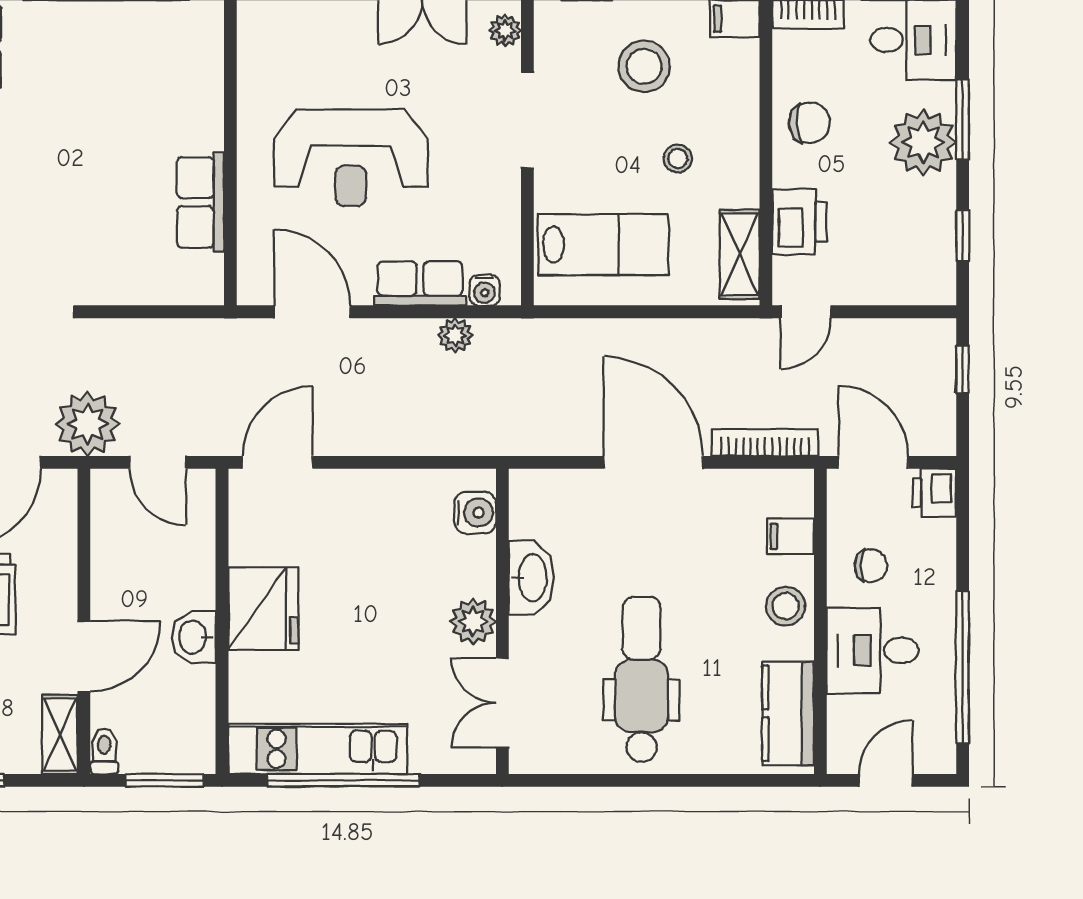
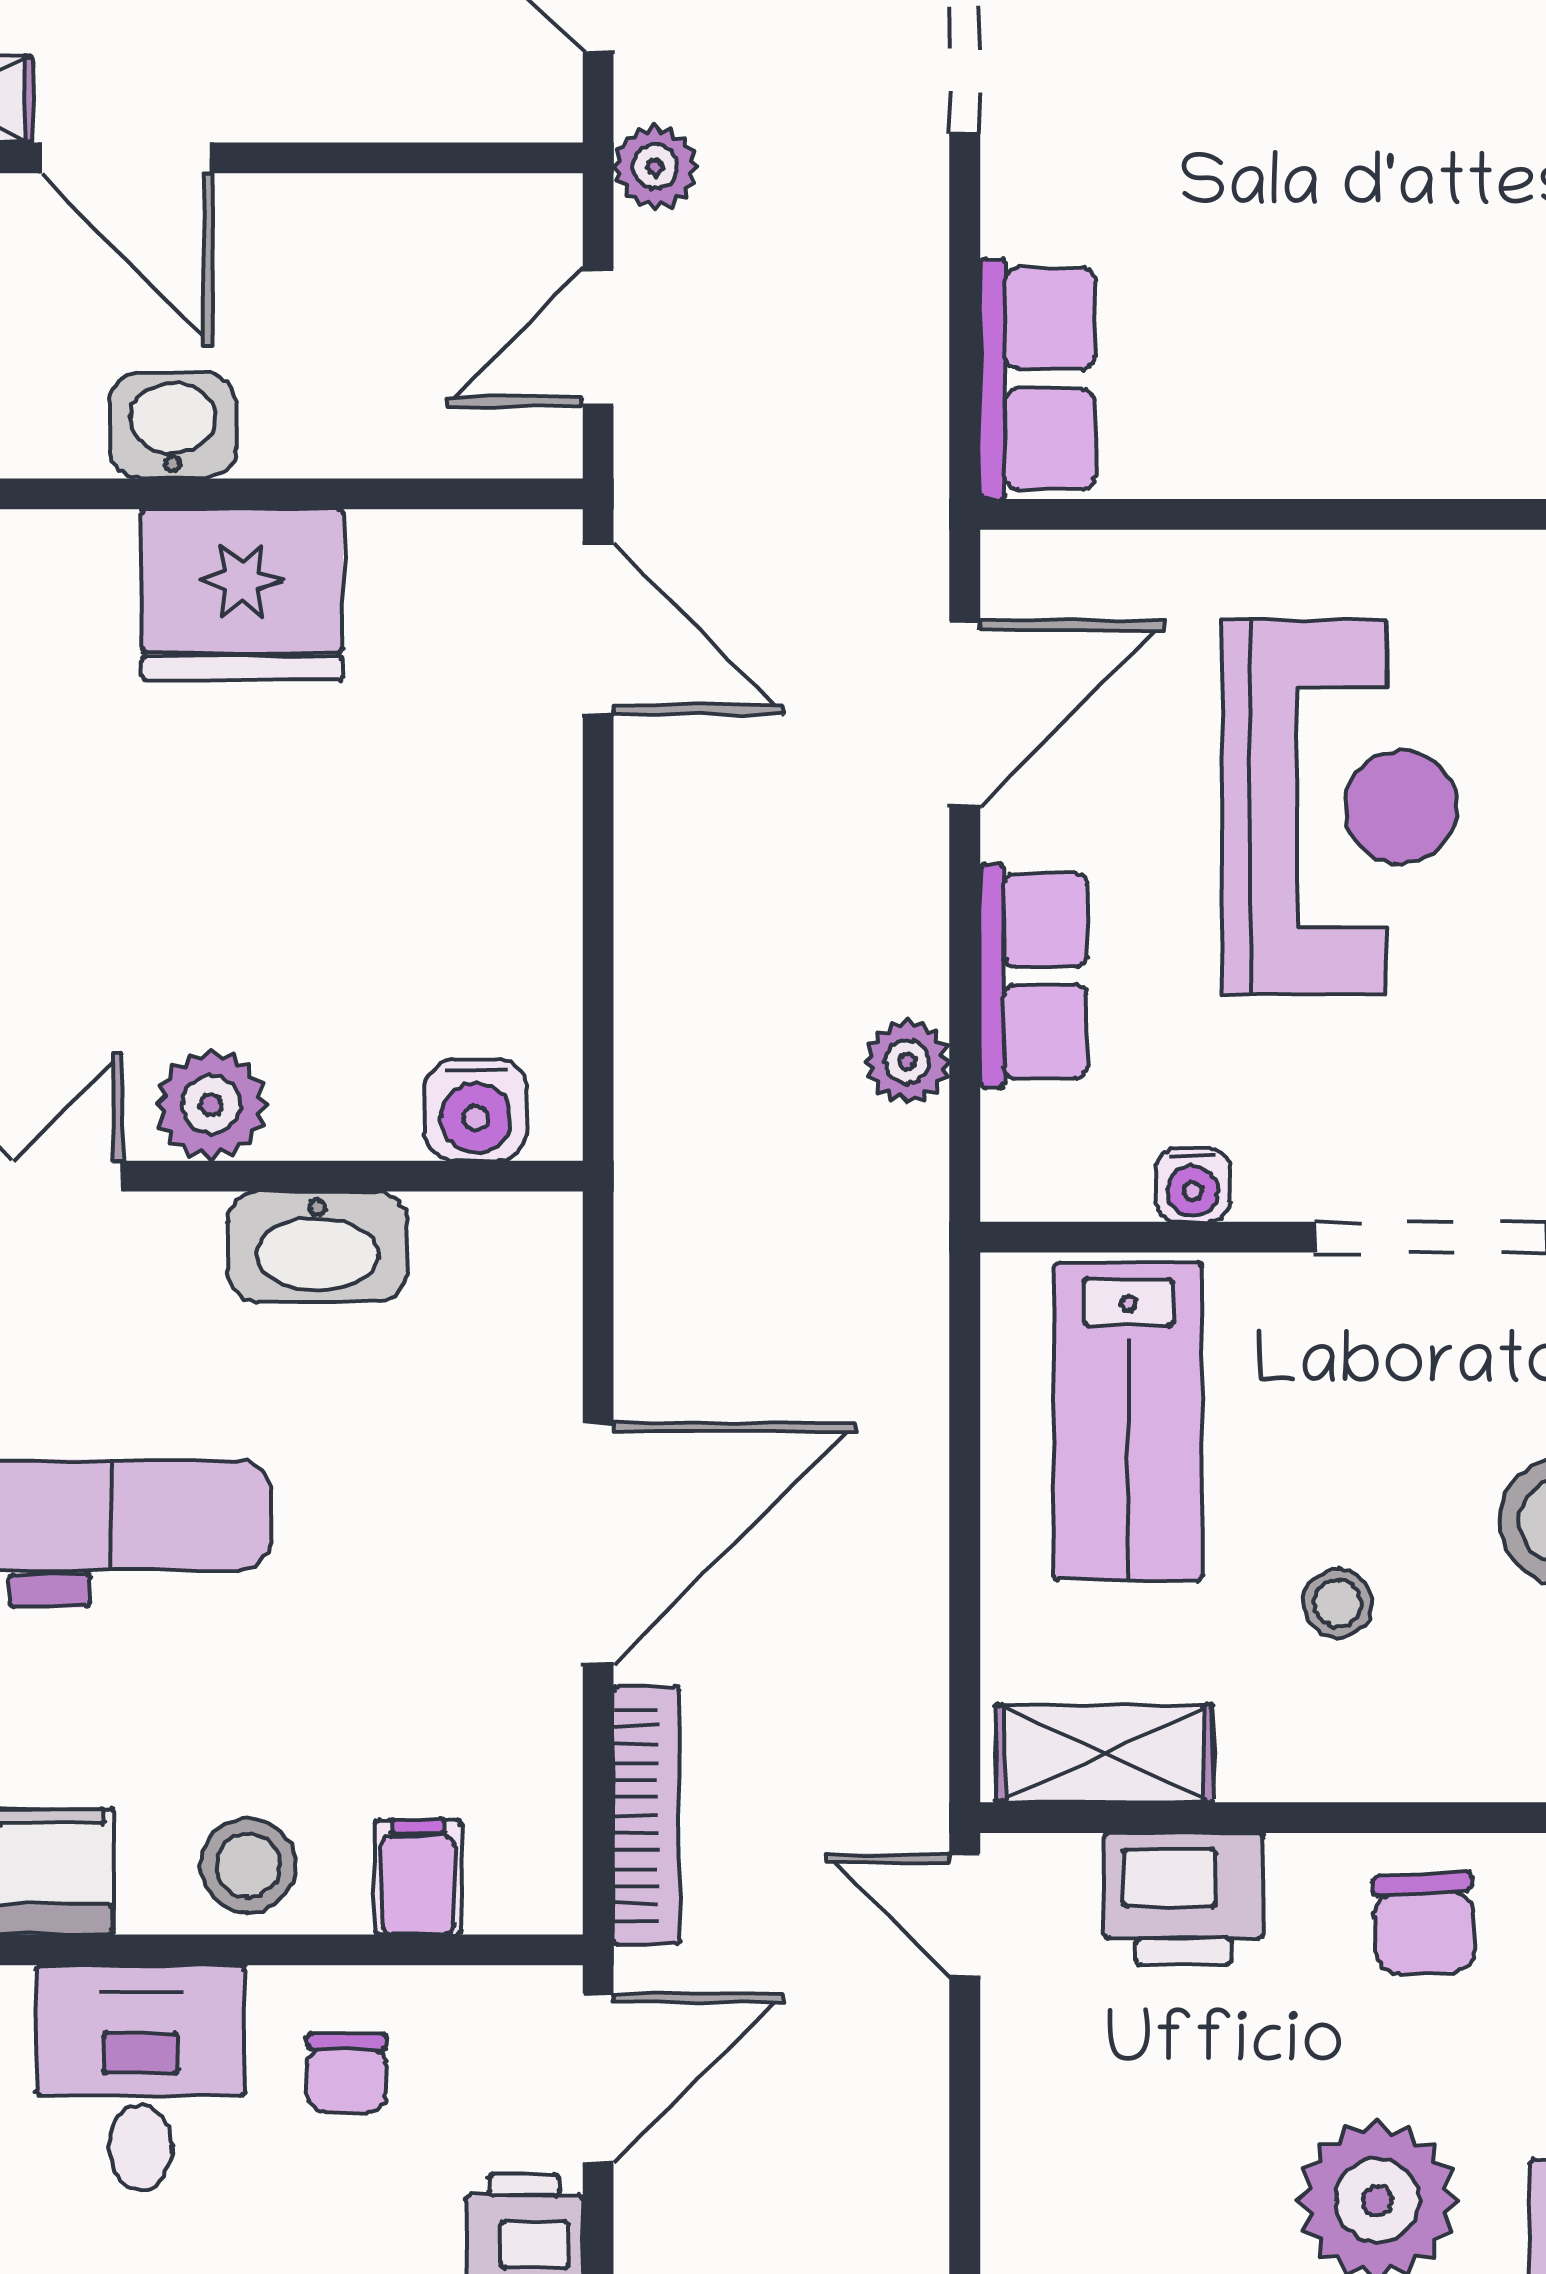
reception desk: (351, 158) -> (1340, 807), turned 180
row of seats: (200, 202) -> (1038, 379), moved, turned 90
water cooler: (485, 290) -> (1193, 1185), moved, turned -90
plant: (88, 424) -> (655, 167), width x0.53, depth x0.53

